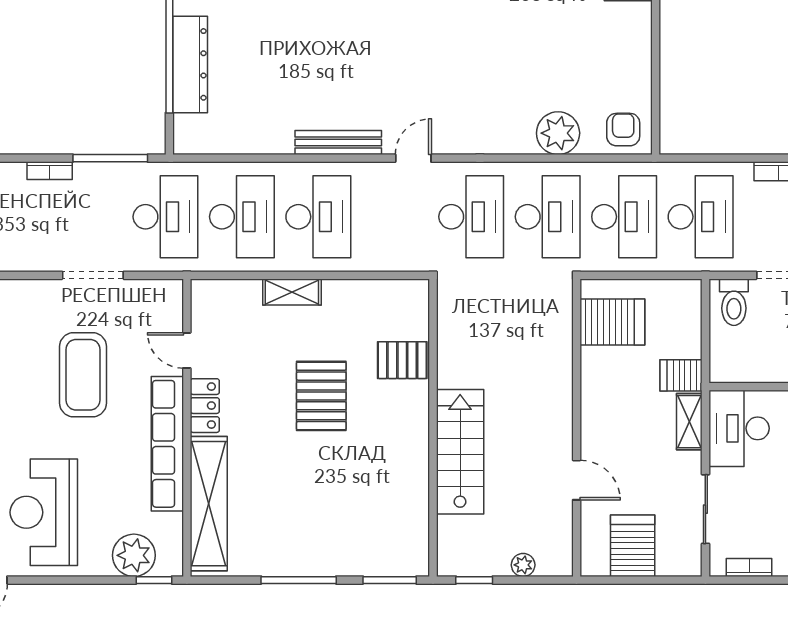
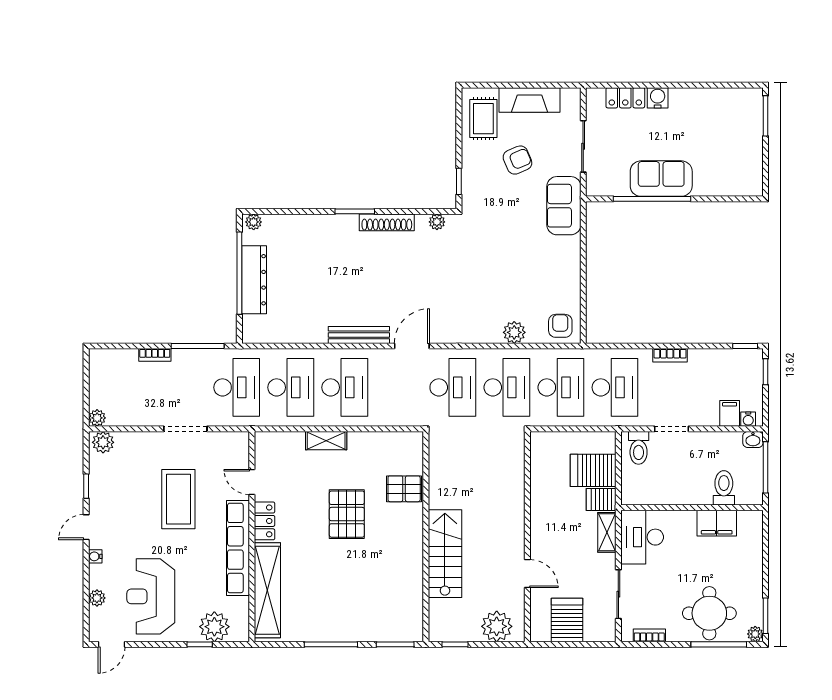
plant: (558, 133) -> (514, 332), width x0.73, depth x0.73
door: (413, 158) -> (412, 346), width x1.38
server rack: (612, 322) -> (593, 470), moved, turned 180
plant: (523, 565) -> (497, 626), width x1.87, depth x1.87
window: (154, 580) -> (200, 644), moved

